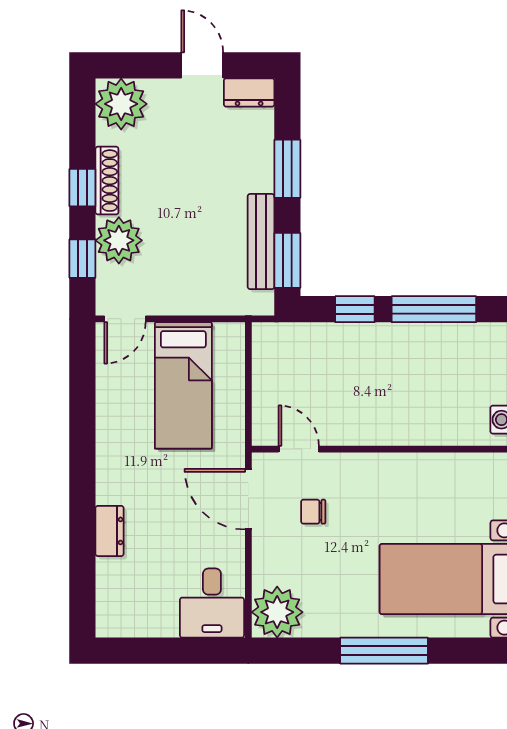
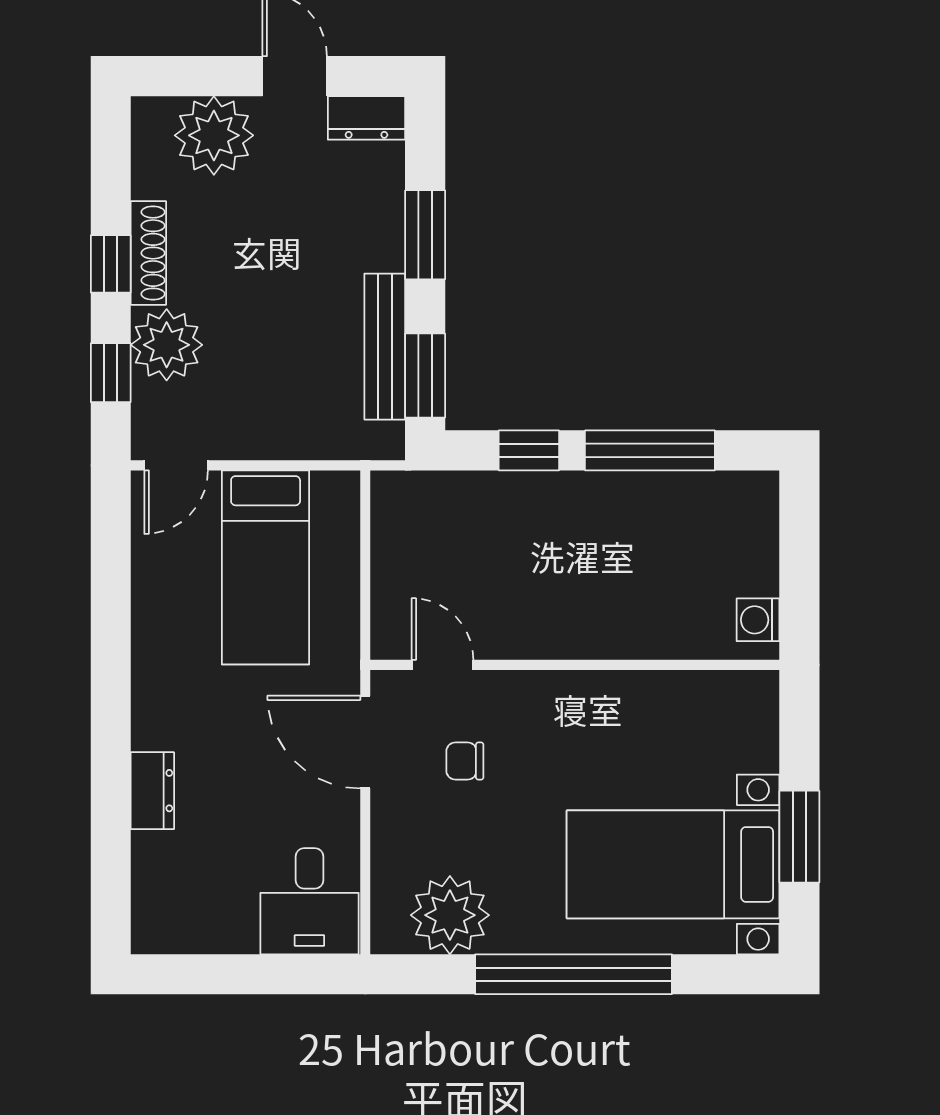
plant: (121, 104) -> (214, 135), moved
plant: (277, 612) -> (450, 915), moved
window: (384, 651) -> (573, 974), width x1.46

